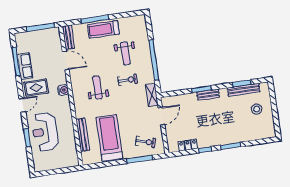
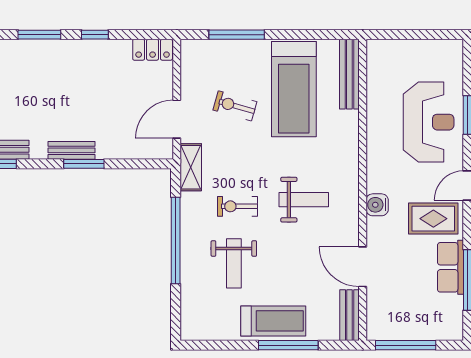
weight bench: (125, 53) -> (234, 263), turned 180
weight bench: (97, 88) -> (304, 200), turned -90
bench: (83, 135) -> (349, 74), moved
exercise bike: (146, 142) -> (235, 106), moved
locker: (188, 145) -> (153, 50), moved

